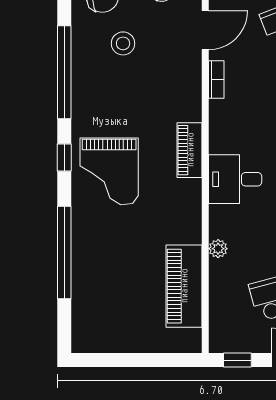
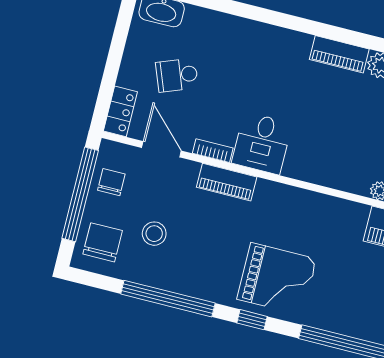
piano: (190, 150) -> (227, 182), moved
desk: (235, 179) -> (262, 143), moved

